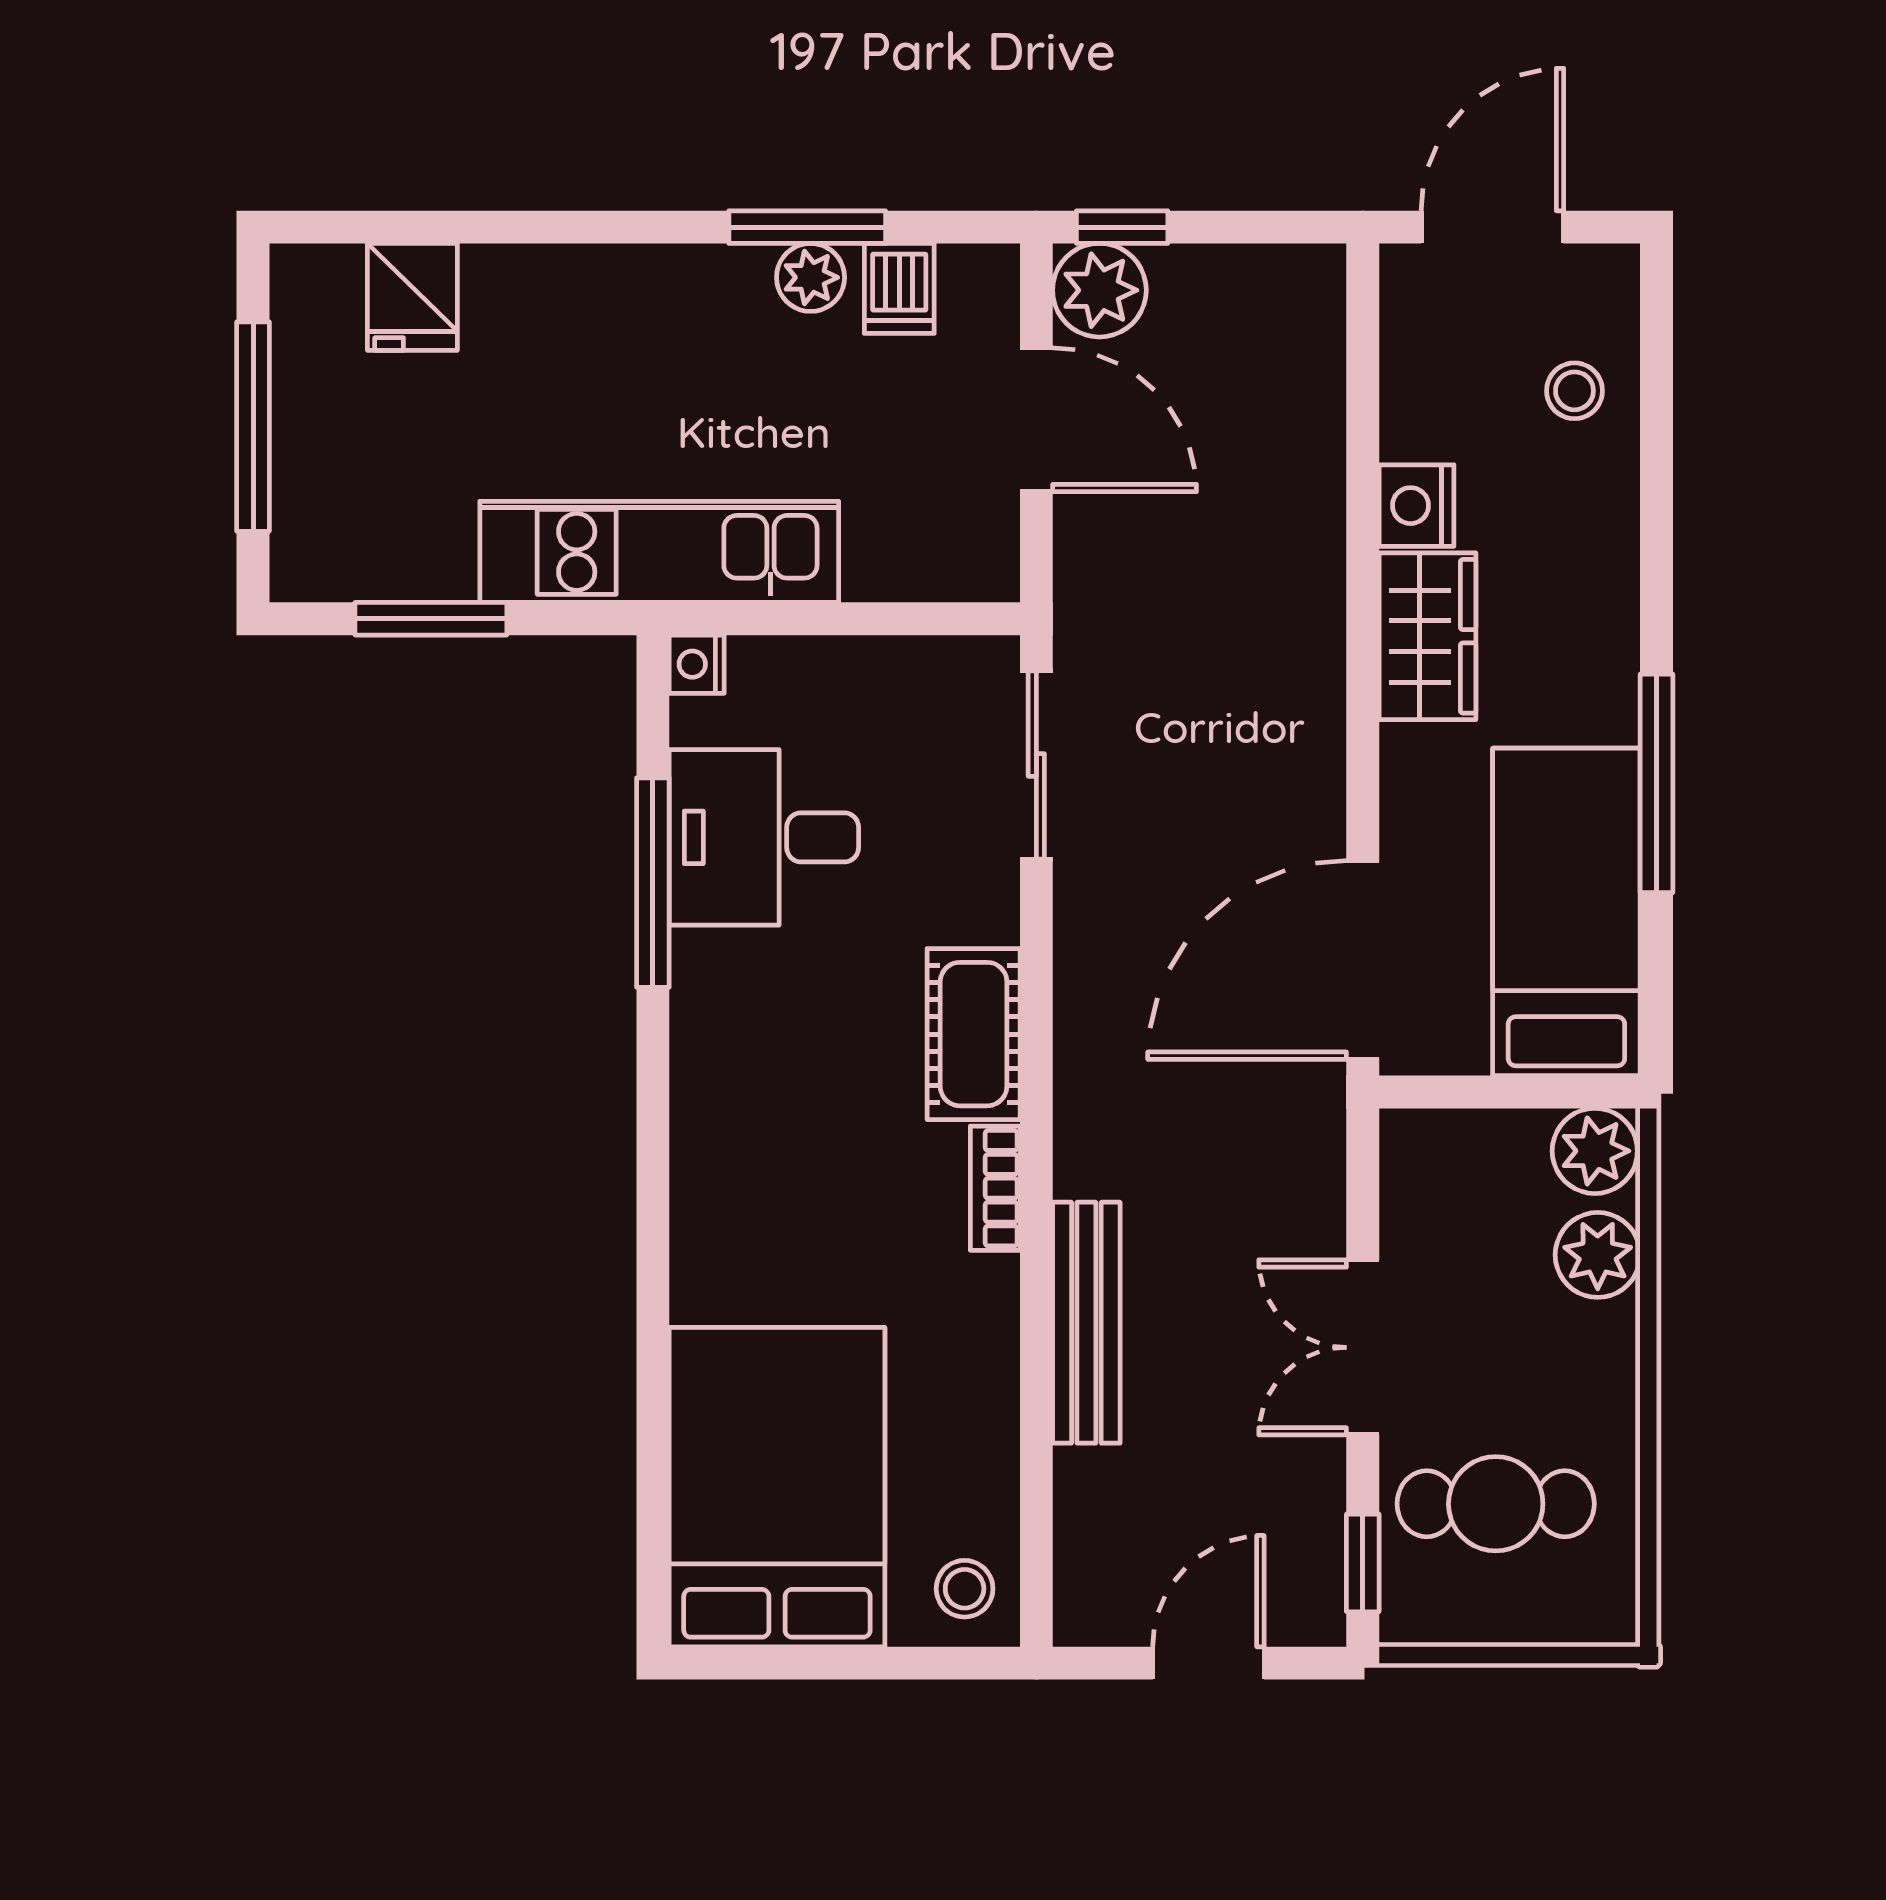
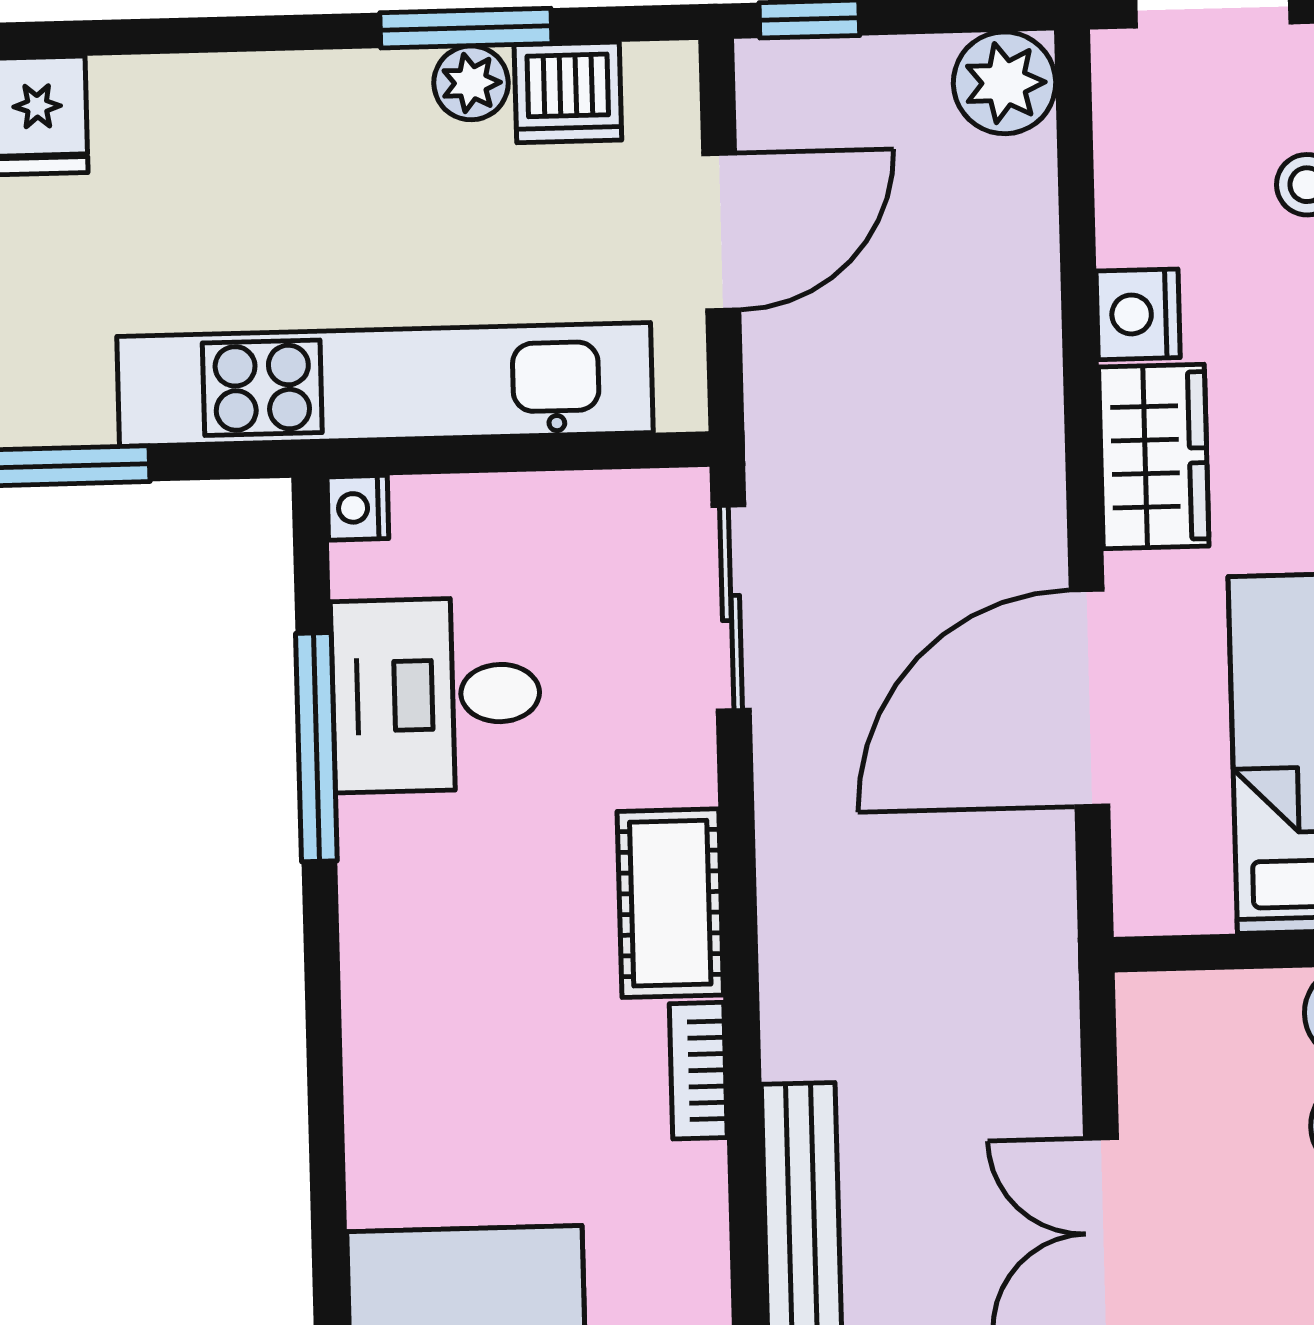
dishwasher: (899, 288) -> (568, 92), width x1.38
plant: (1099, 290) -> (1005, 83), moved
door: (1036, 420) -> (721, 232), hinge flipped
kitchen unit: (659, 552) -> (385, 385), width x1.36
door: (1363, 960) -> (1090, 698), moved

